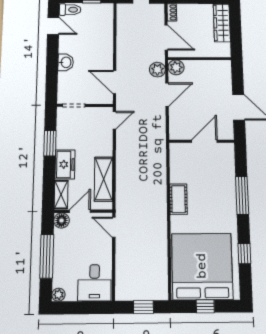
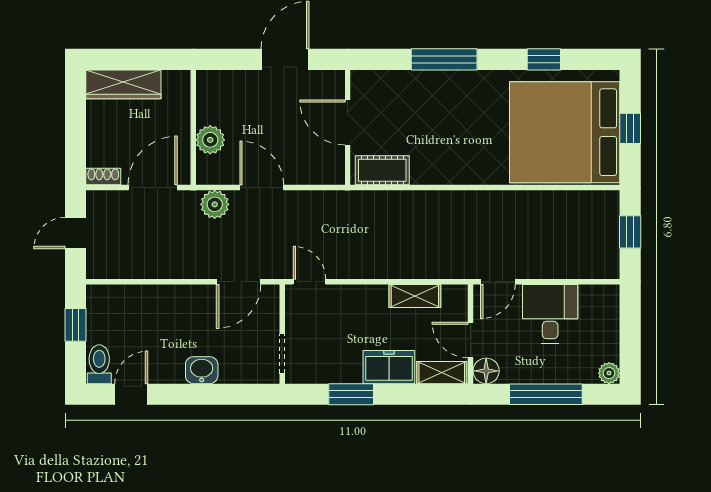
plant: (176, 67) -> (210, 140), moved
shelving: (104, 179) -> (415, 296), width x0.67, depth x0.75
cot: (178, 199) -> (382, 170), moved
desk: (94, 283) -> (550, 314), moved, turned -90

